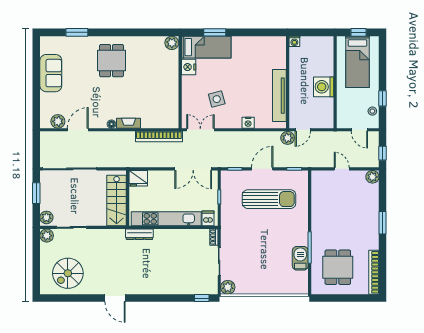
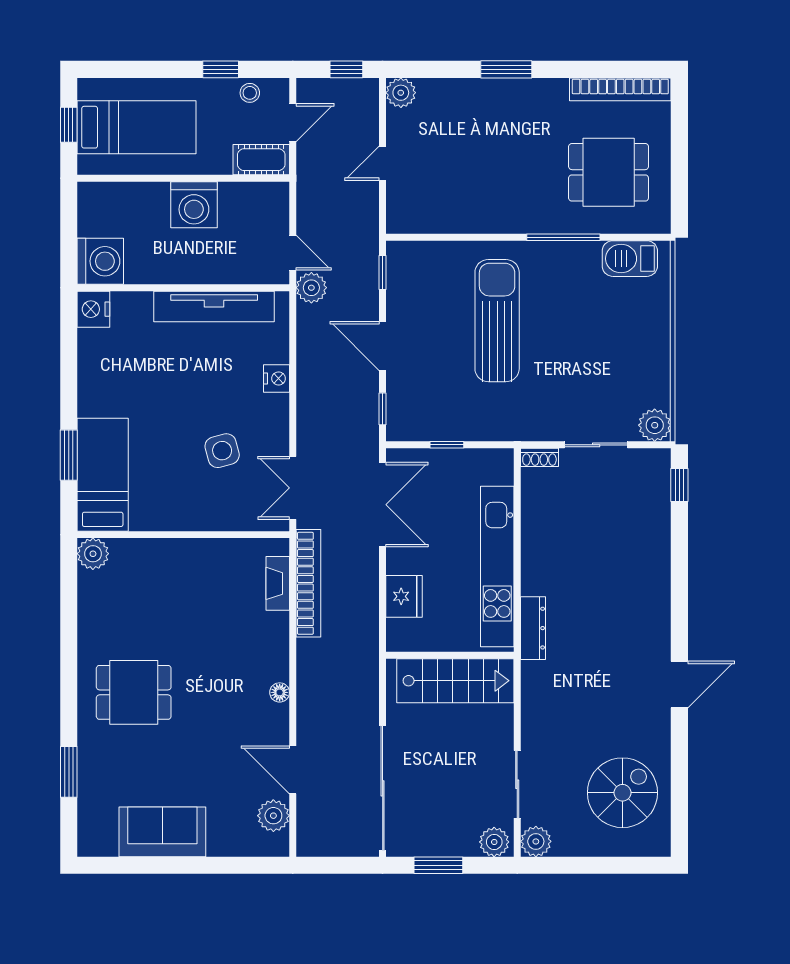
washing machine: (294, 41) -> (100, 261), width x1.89, depth x1.89
nightstand: (189, 67) -> (93, 309), moved, turned 90
cot: (343, 116) -> (261, 160), added
fireplace: (128, 123) -> (278, 583), moved
fridge: (138, 178) -> (404, 596), moved
sun lounger: (269, 199) -> (497, 321), moved
dishwasher: (208, 218) -> (496, 470), removed
barbecue: (300, 258) -> (630, 259), moved
spiral stairs: (68, 273) -> (622, 793), turned -90

